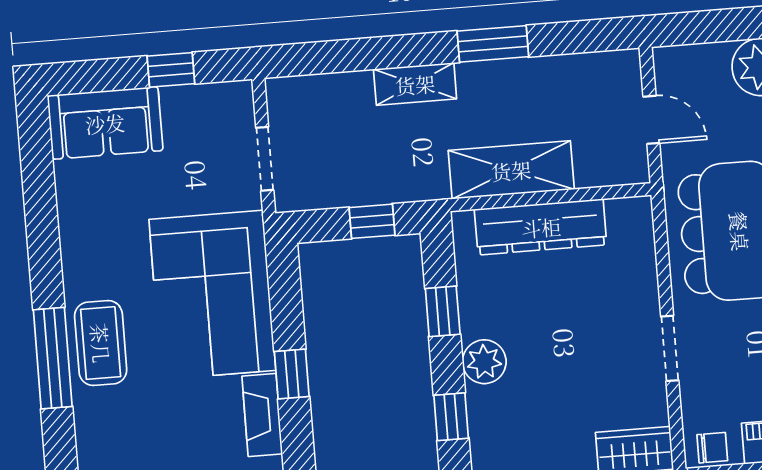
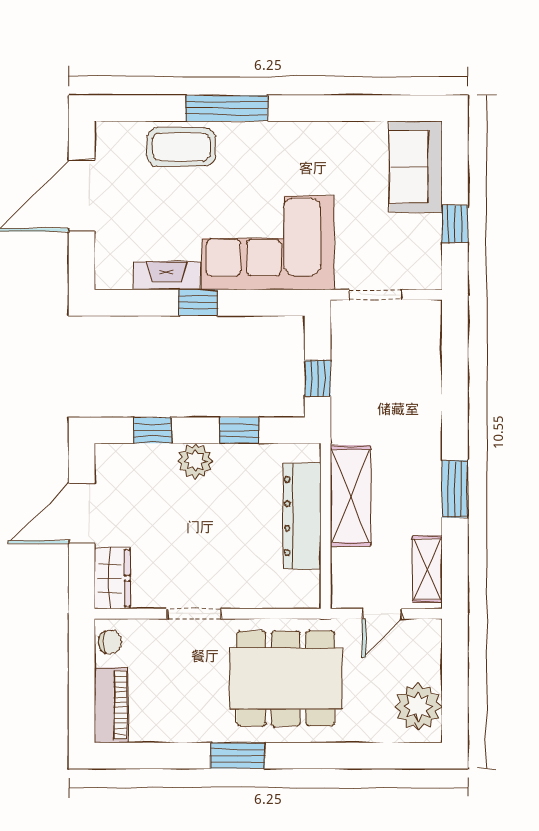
shelving: (415, 84) -> (427, 569), moved
coffee table: (101, 343) -> (181, 147), moved
chair: (712, 448) -> (110, 642), turned -90

